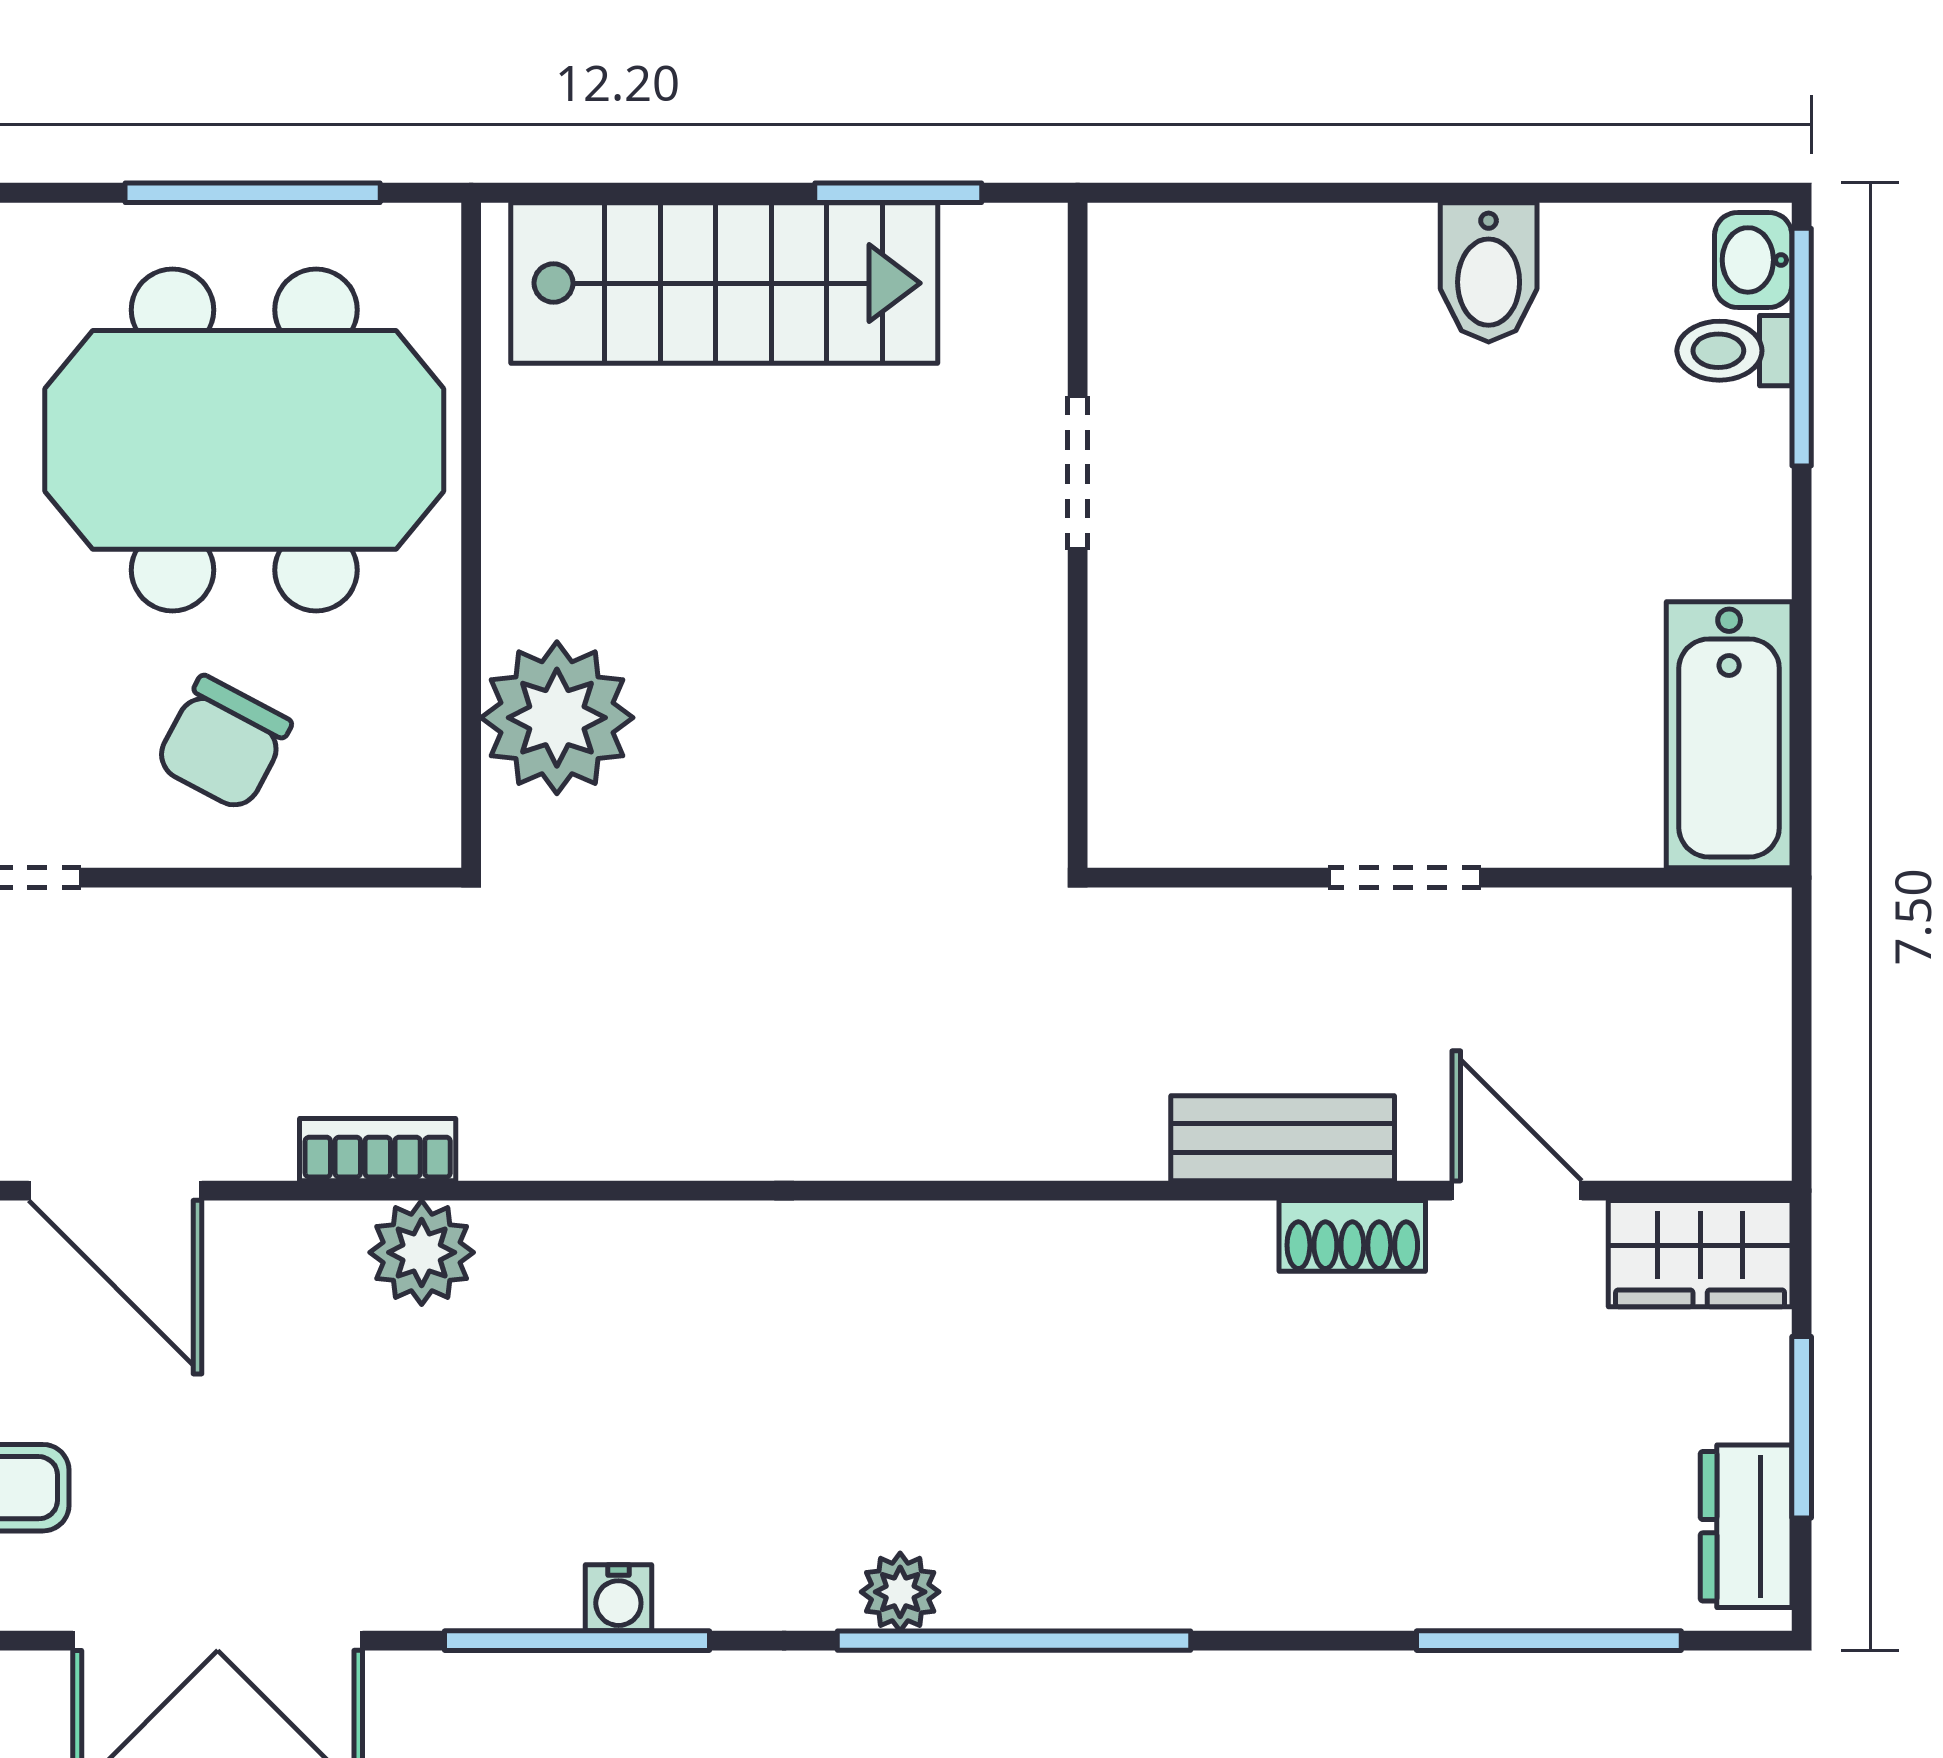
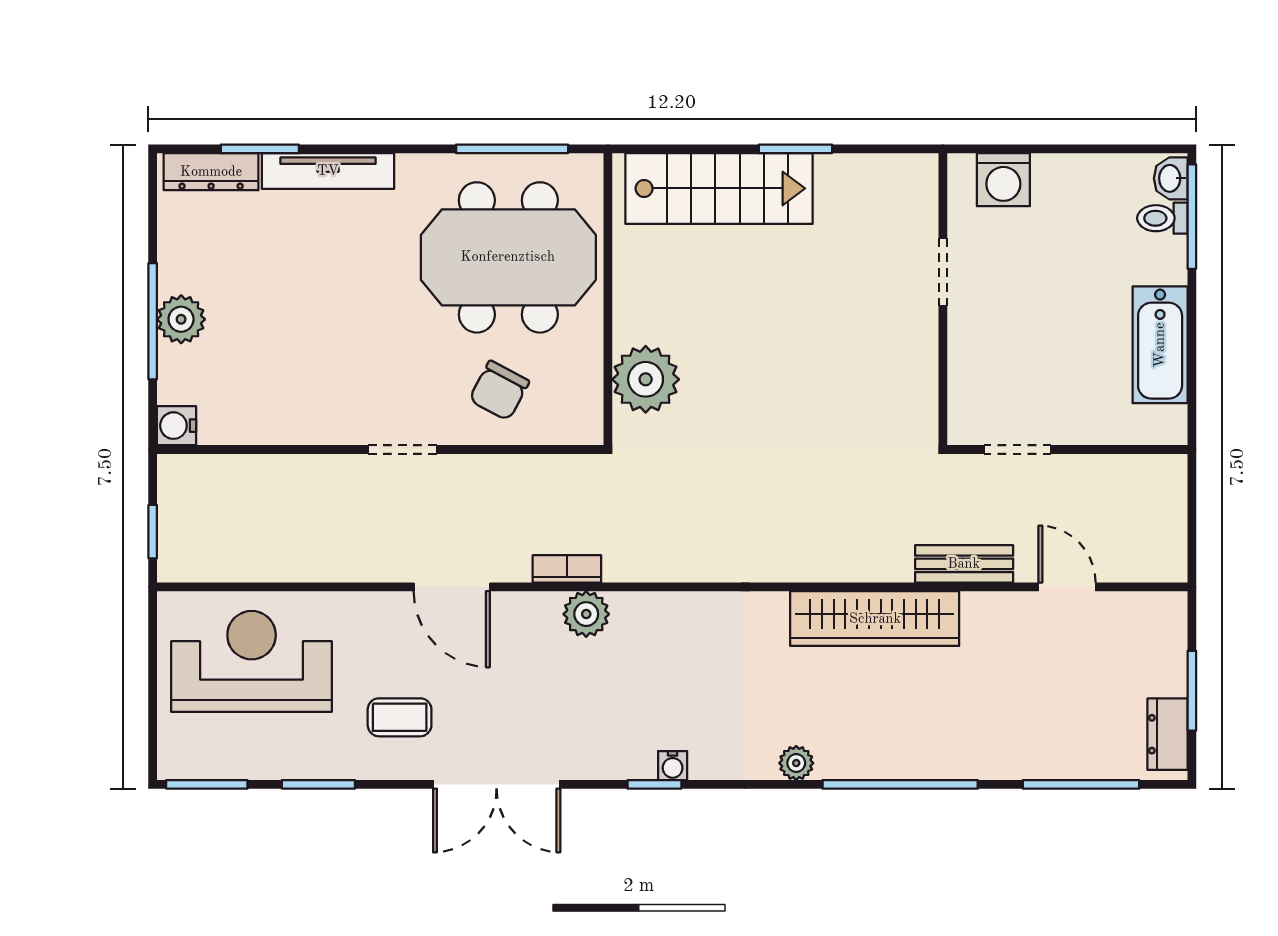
washing machine: (1372, 263) -> (1003, 180), added
bidet: (1489, 272) -> (1055, 184), removed
doorway: (1078, 473) -> (943, 272), moved
wall: (1078, 535) -> (943, 299), moved
bathtub: (1729, 735) -> (1160, 345), moved
shoe rack: (1352, 1236) -> (995, 607), removed
wardrobe: (1700, 1254) -> (875, 619), moved, width x2.10, depth x1.17
window: (577, 1641) -> (654, 784), width x0.46
window: (1014, 1641) -> (900, 784), moved

